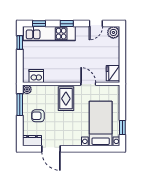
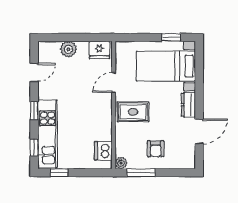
door: (96, 24) -> (34, 72), hinge flipped
plant: (113, 32) -> (68, 49), moved
dresser: (32, 141) -> (188, 105), moved

